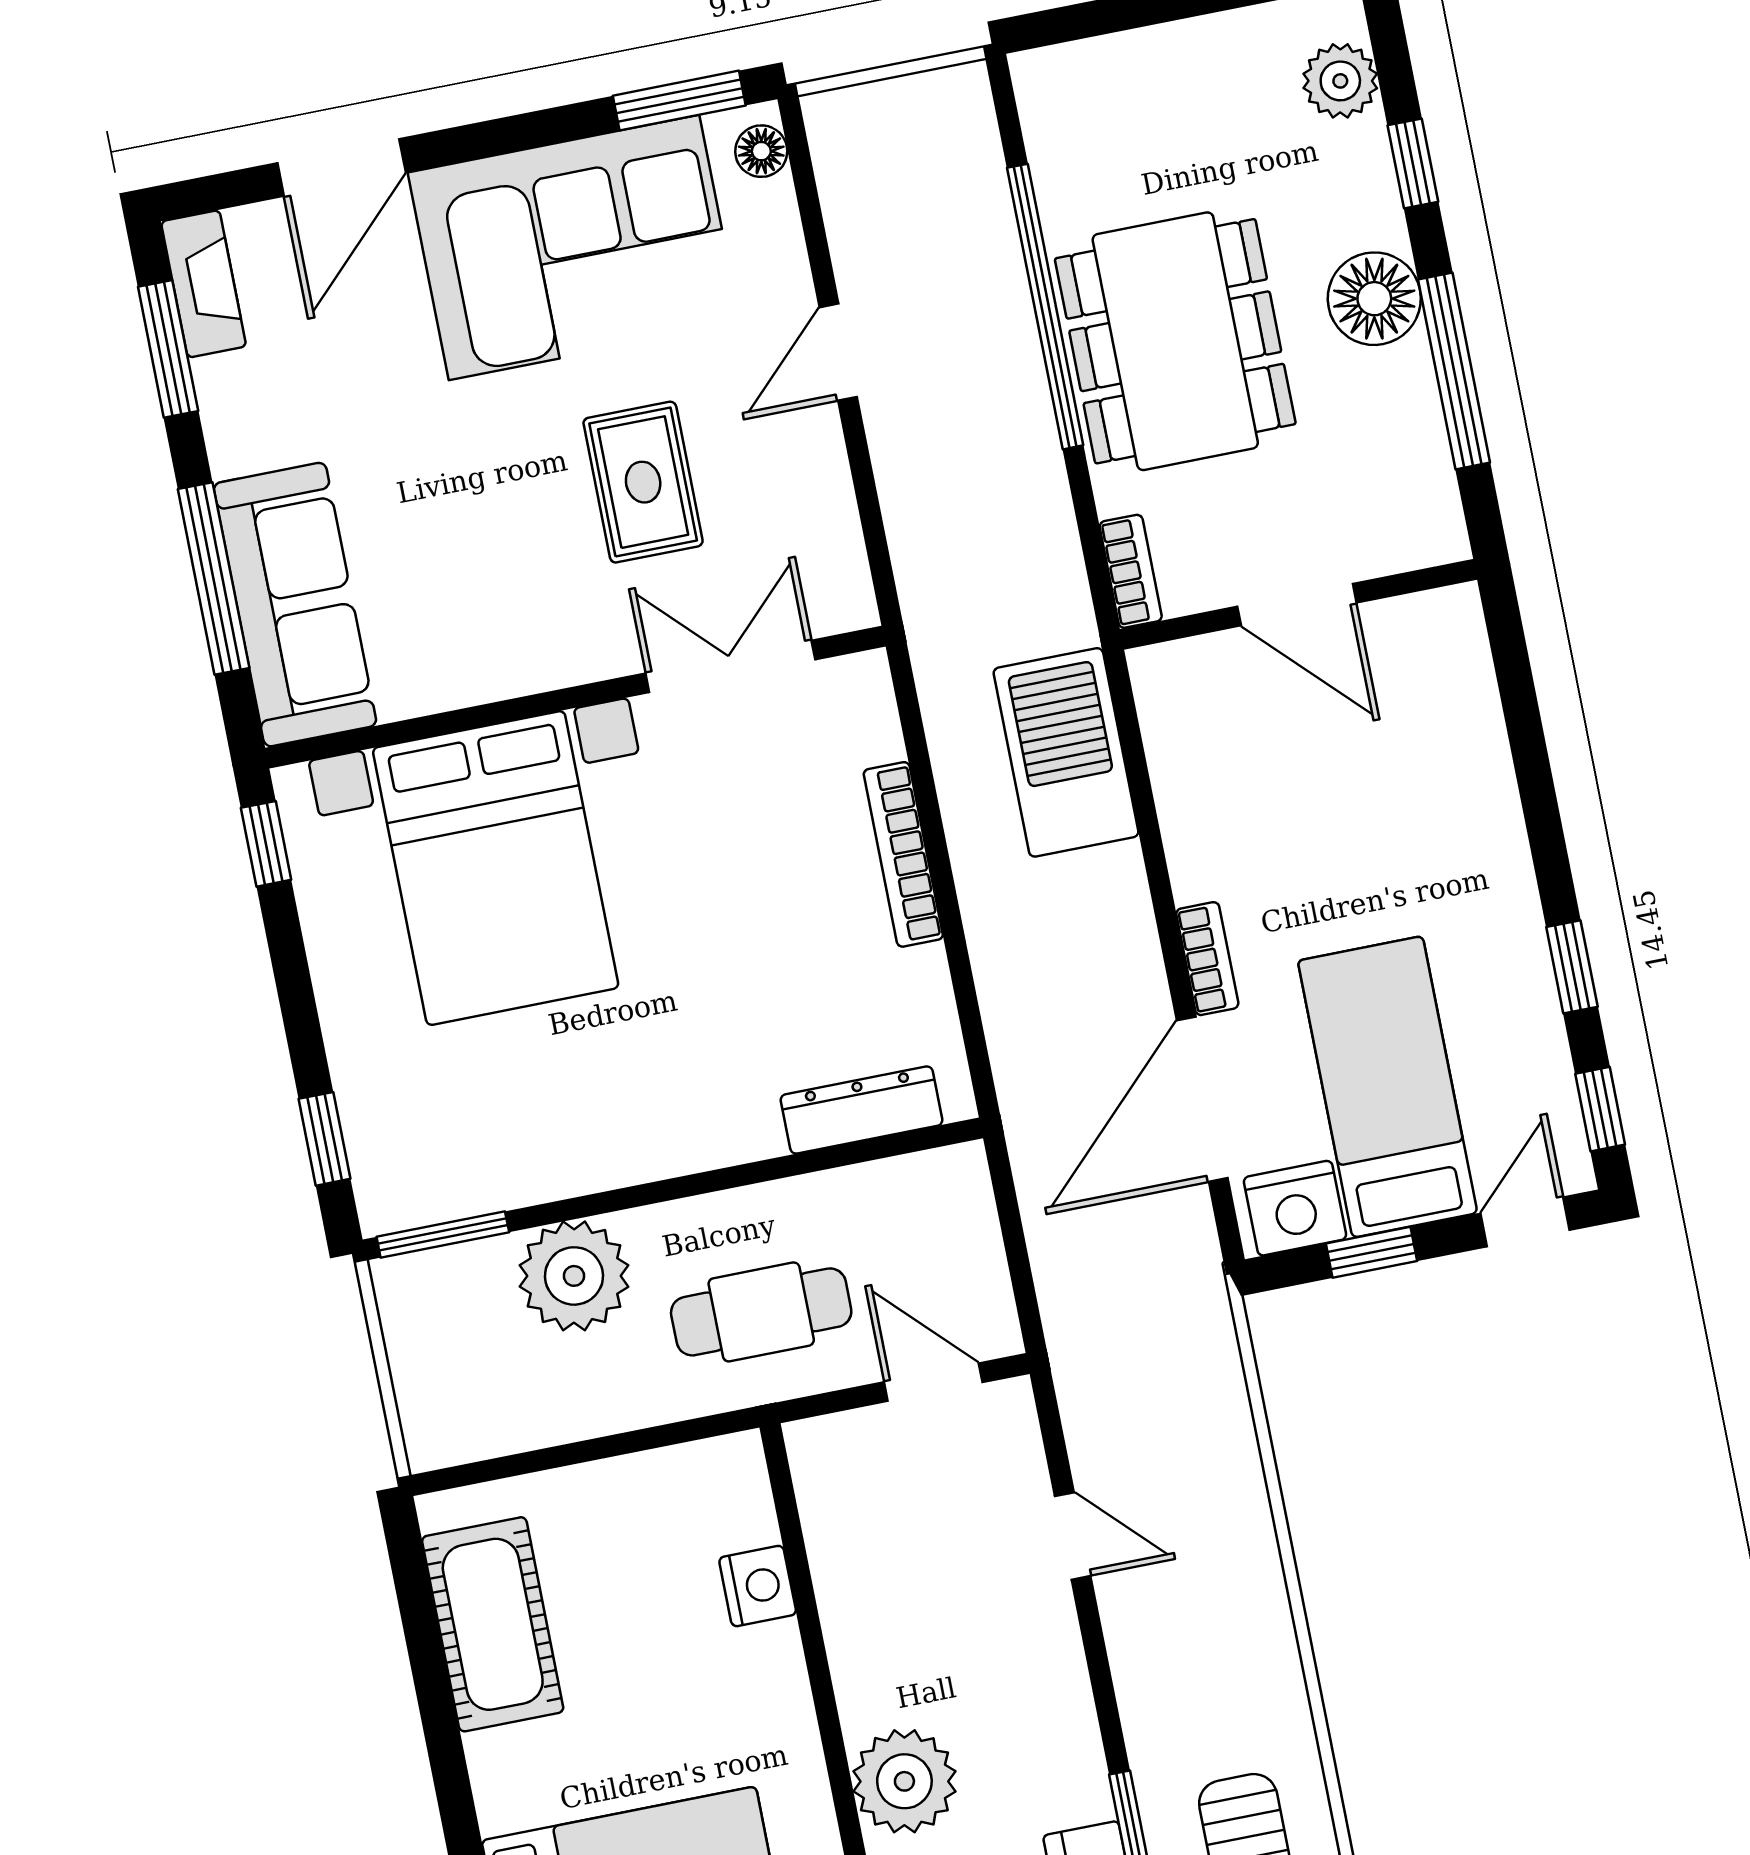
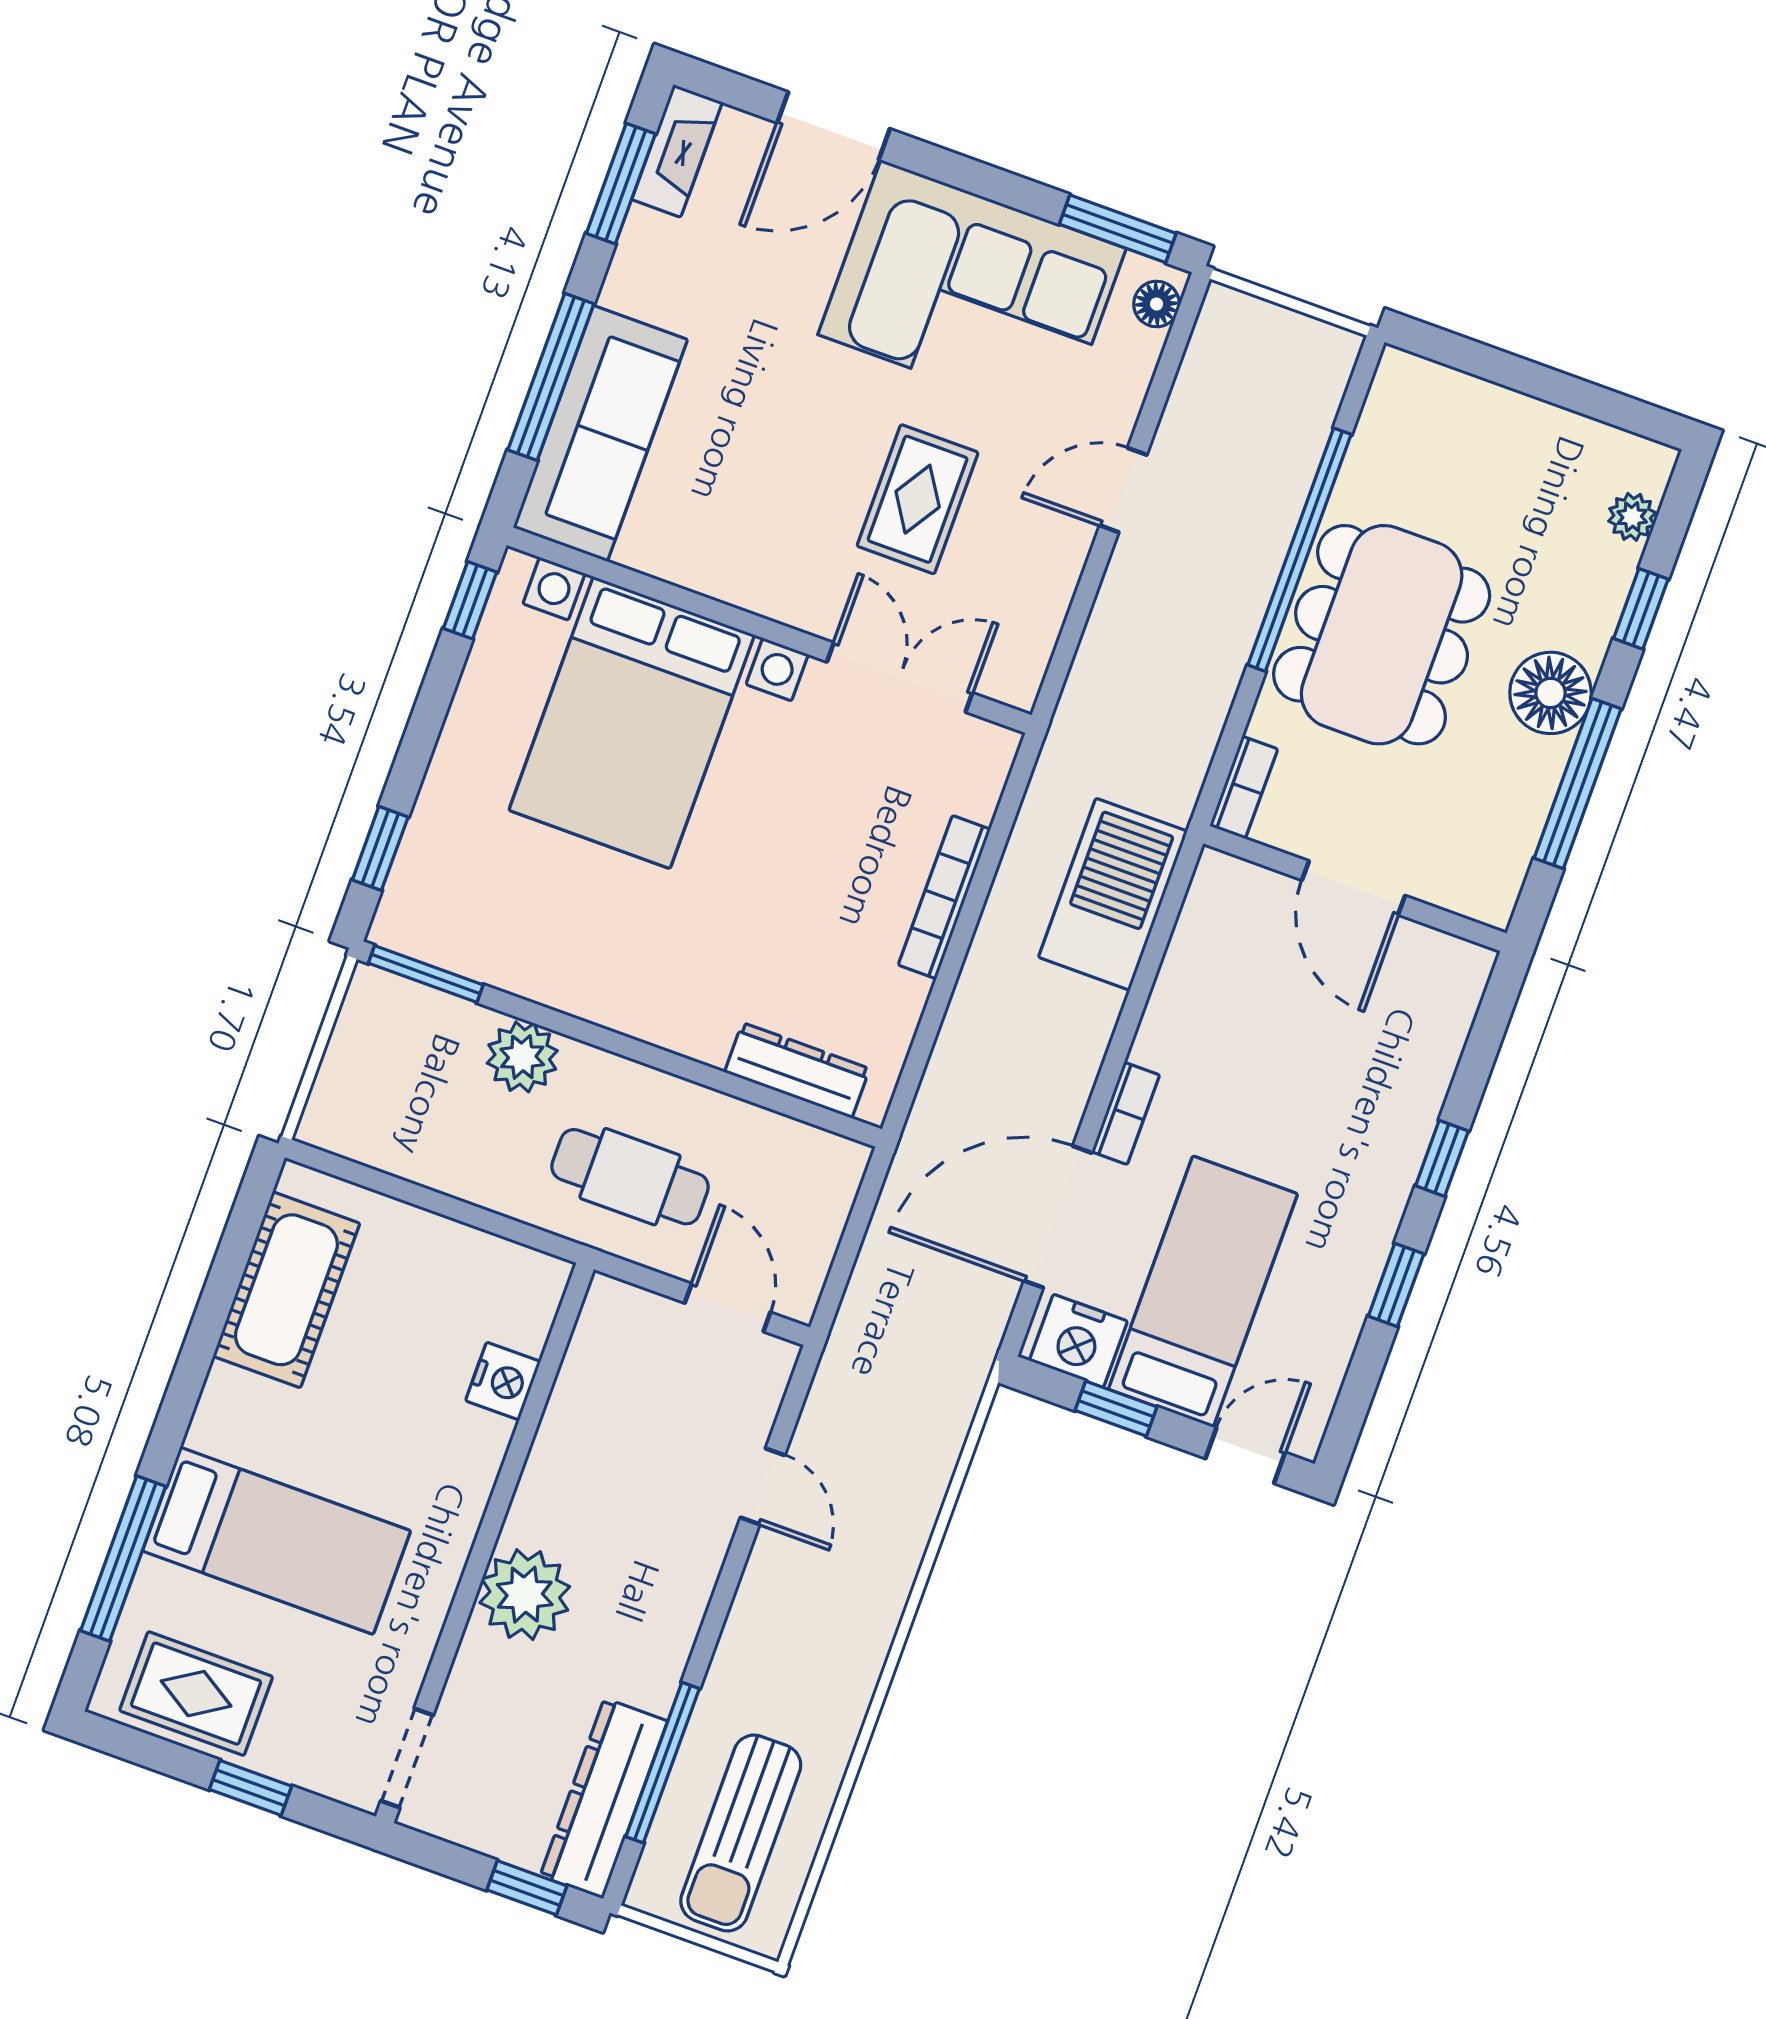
plant: (1340, 81) -> (1632, 517), width x0.73, depth x0.73
window: (1600, 1109) -> (1442, 1158), moved
plant: (574, 1276) -> (522, 1057), width x0.73, depth x0.73

